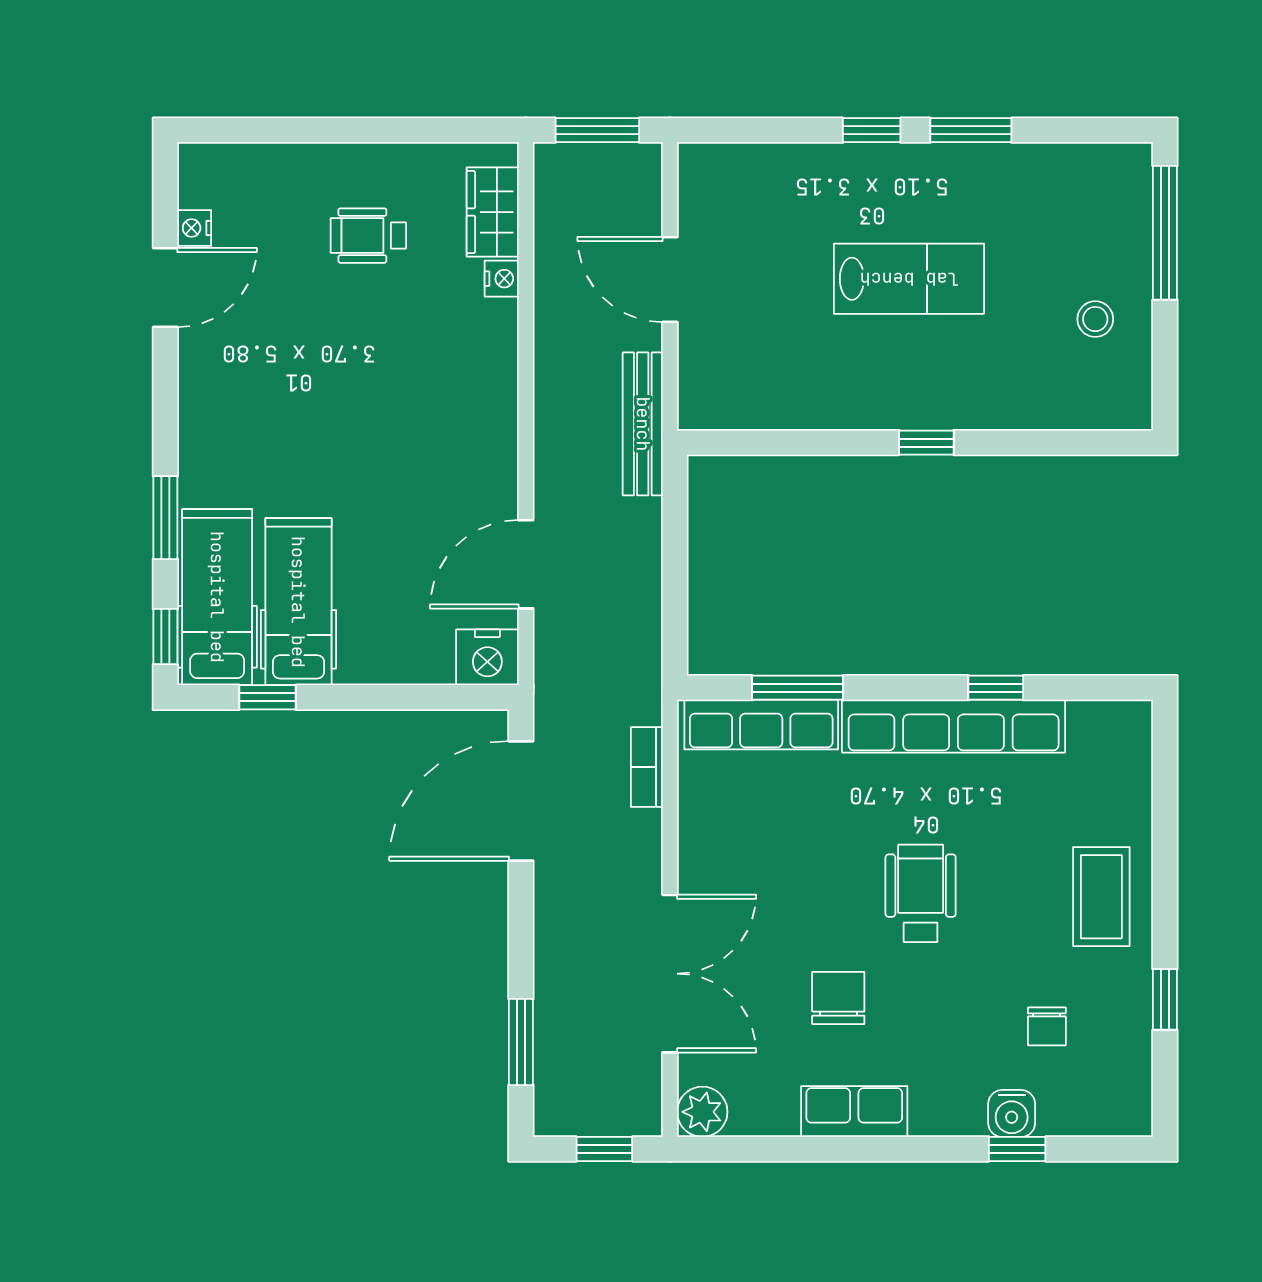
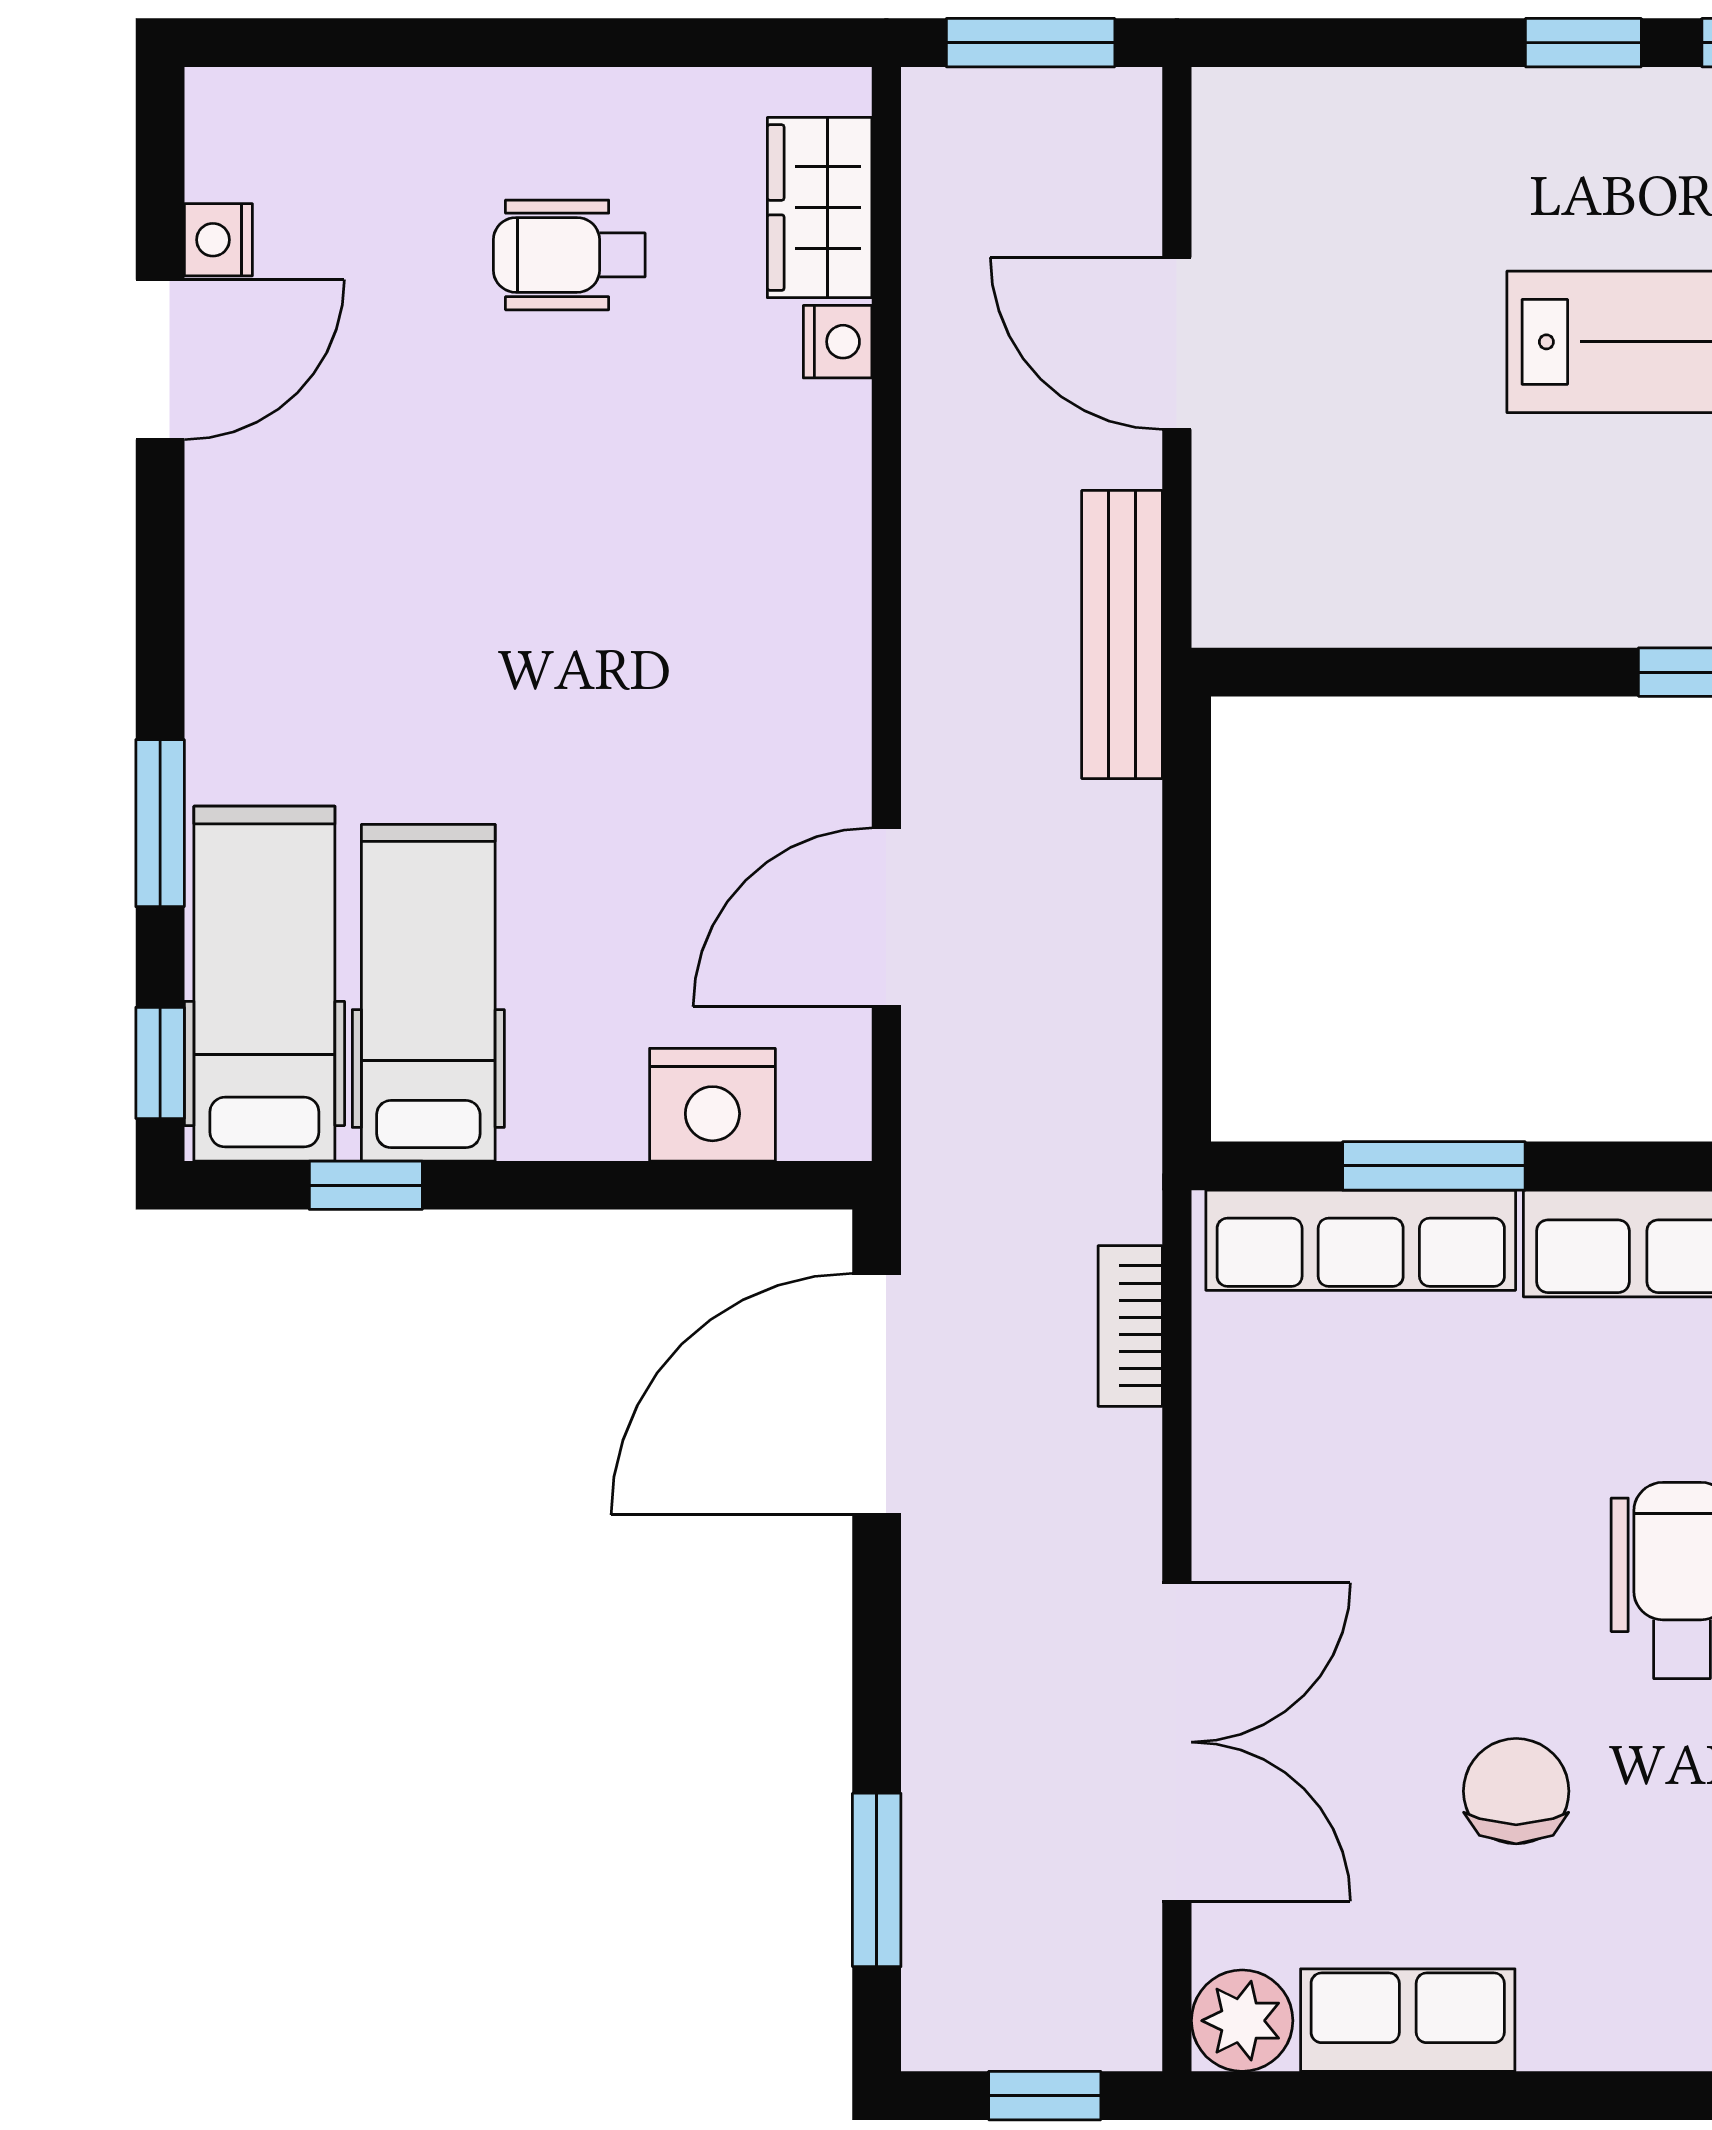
nightstand: (487, 657) -> (712, 1105), moved
row of seats: (854, 1112) -> (1408, 2020), moved

